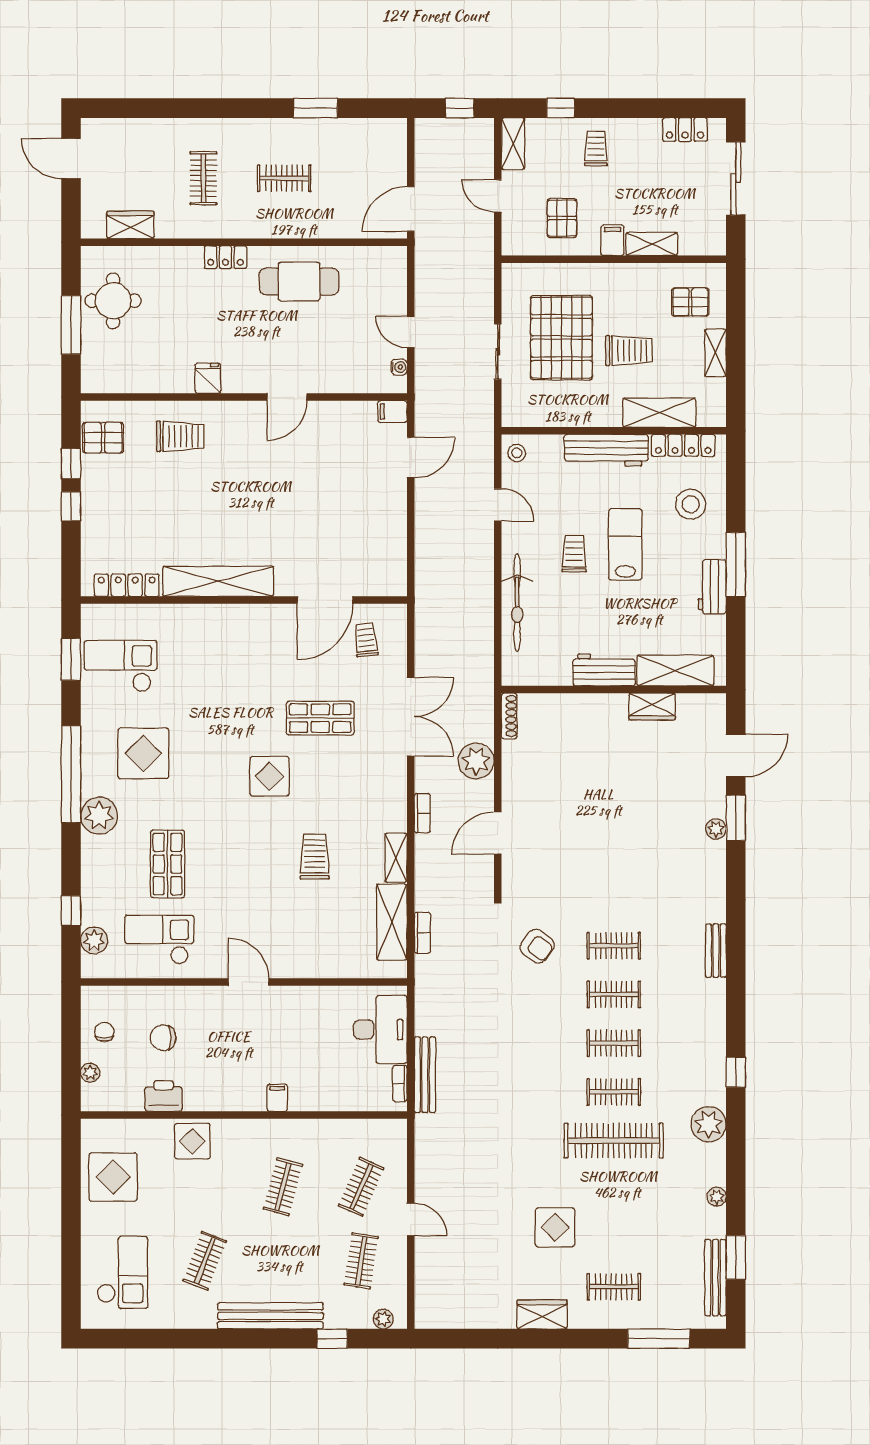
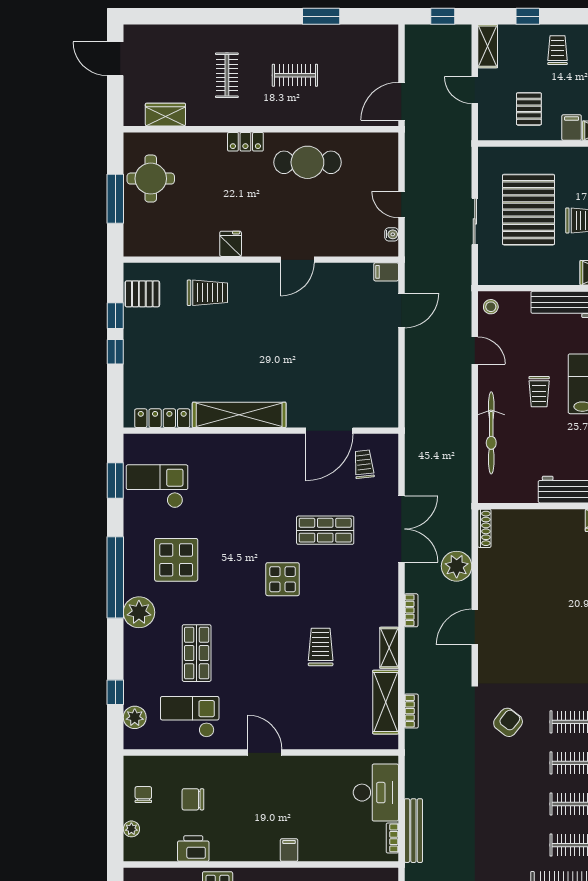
trolley: (574, 554) -> (539, 392), turned 180
armchair: (537, 946) -> (508, 722), turned -88

